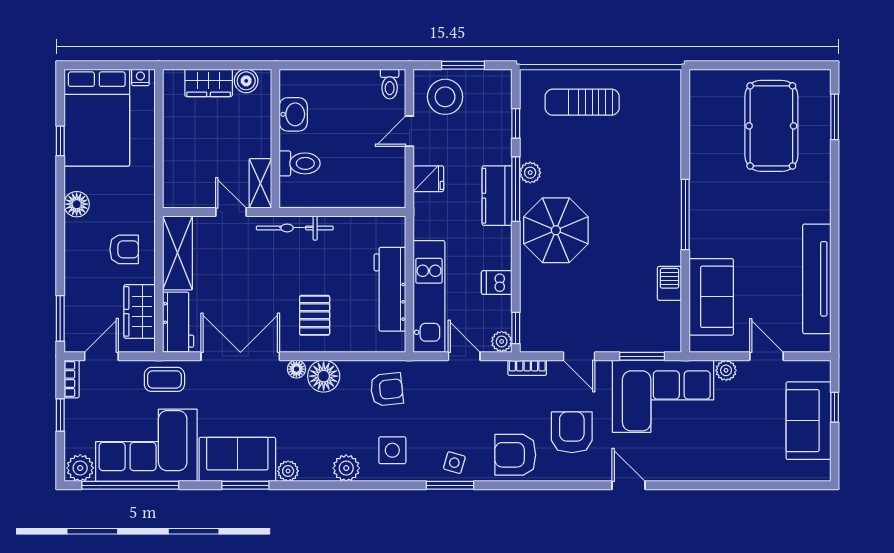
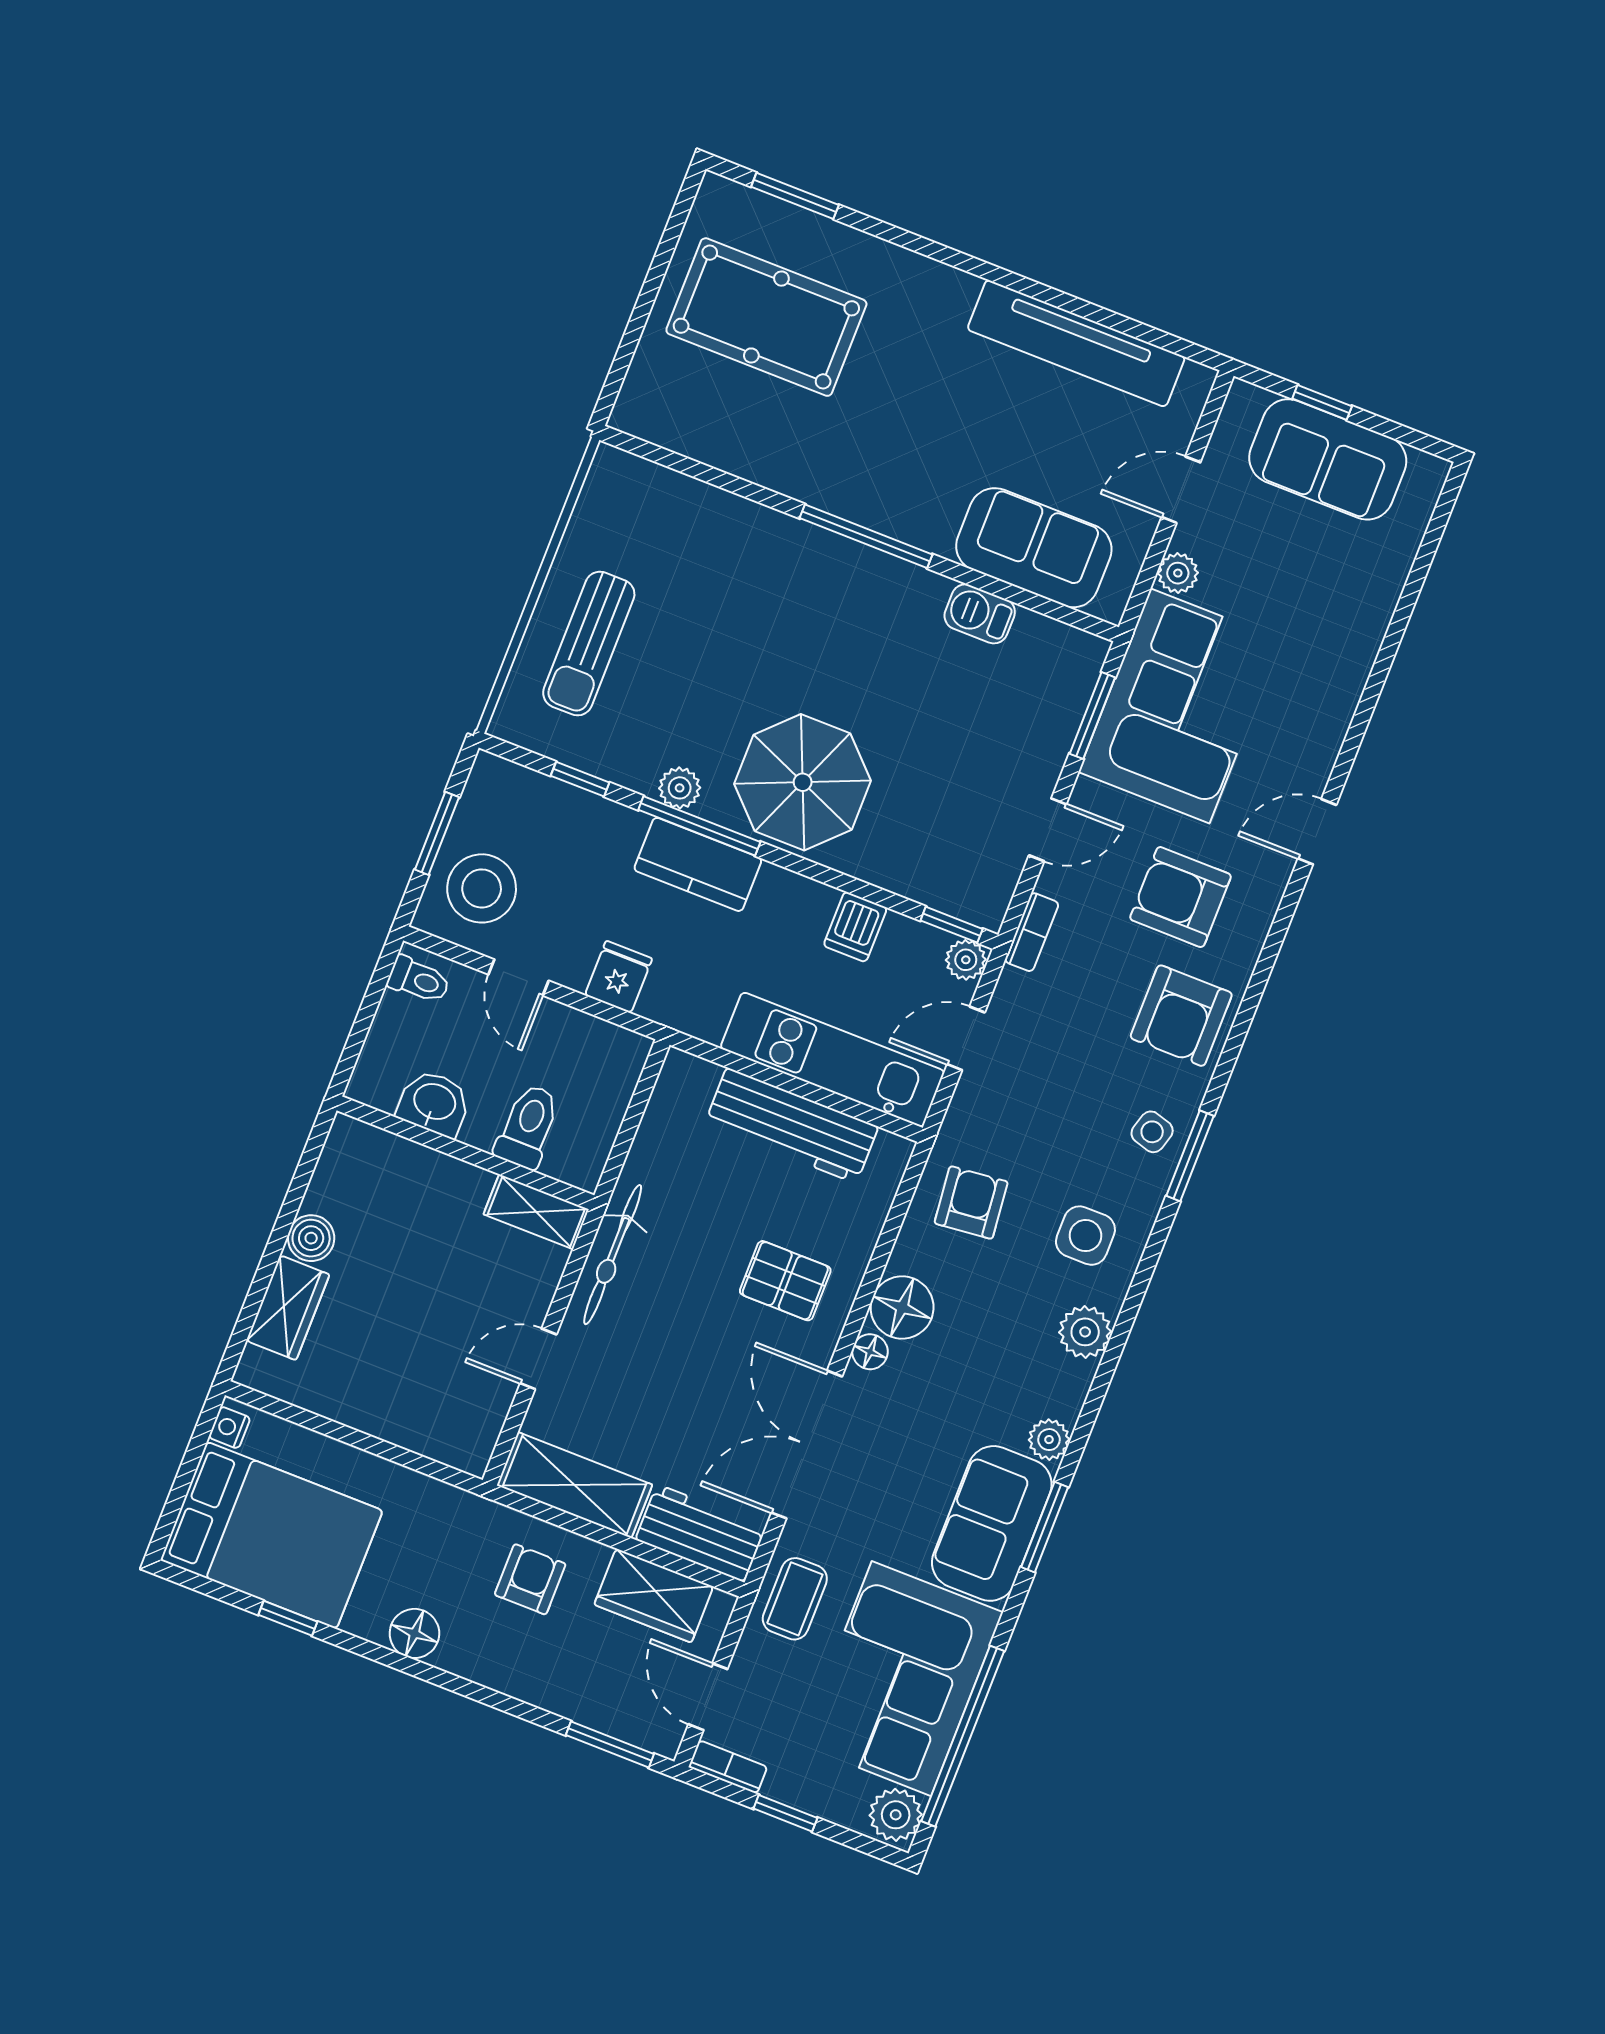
washbasin: (293, 114) -> (434, 1103), moved
wall: (275, 139) -> (465, 1153), moved
toilet: (300, 163) -> (528, 1126), moved
shelving: (260, 183) -> (536, 1212), moved

